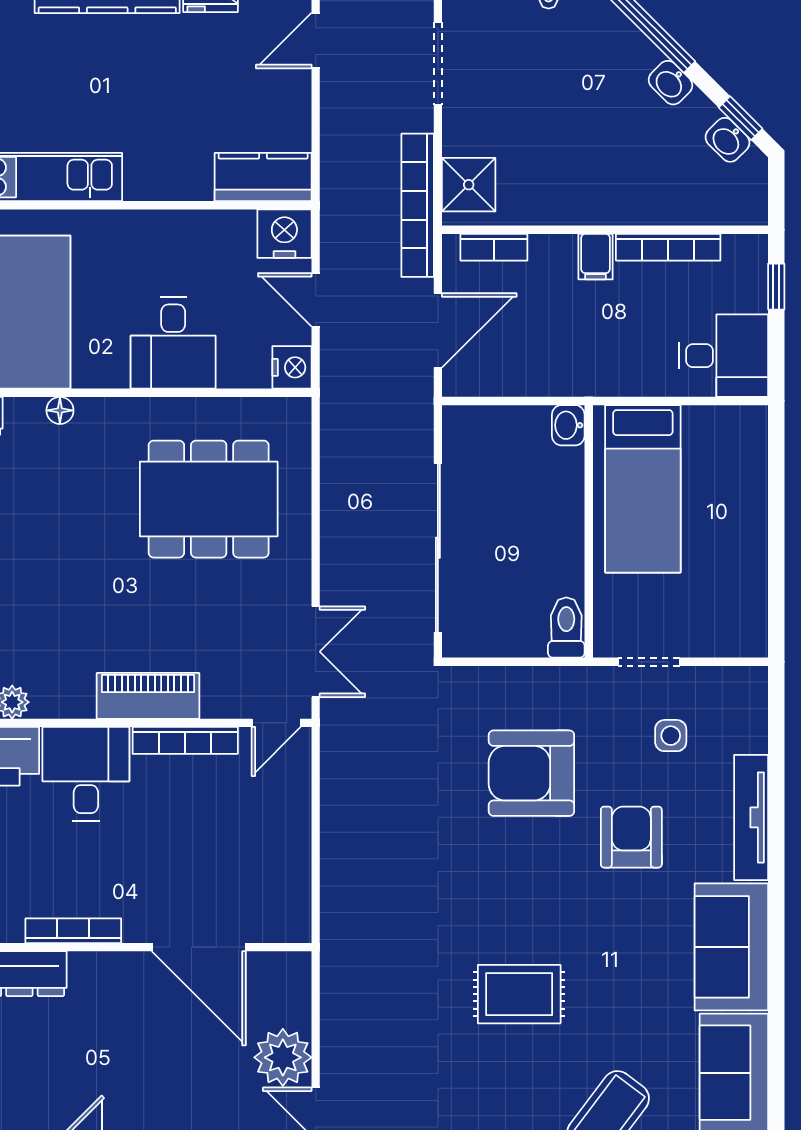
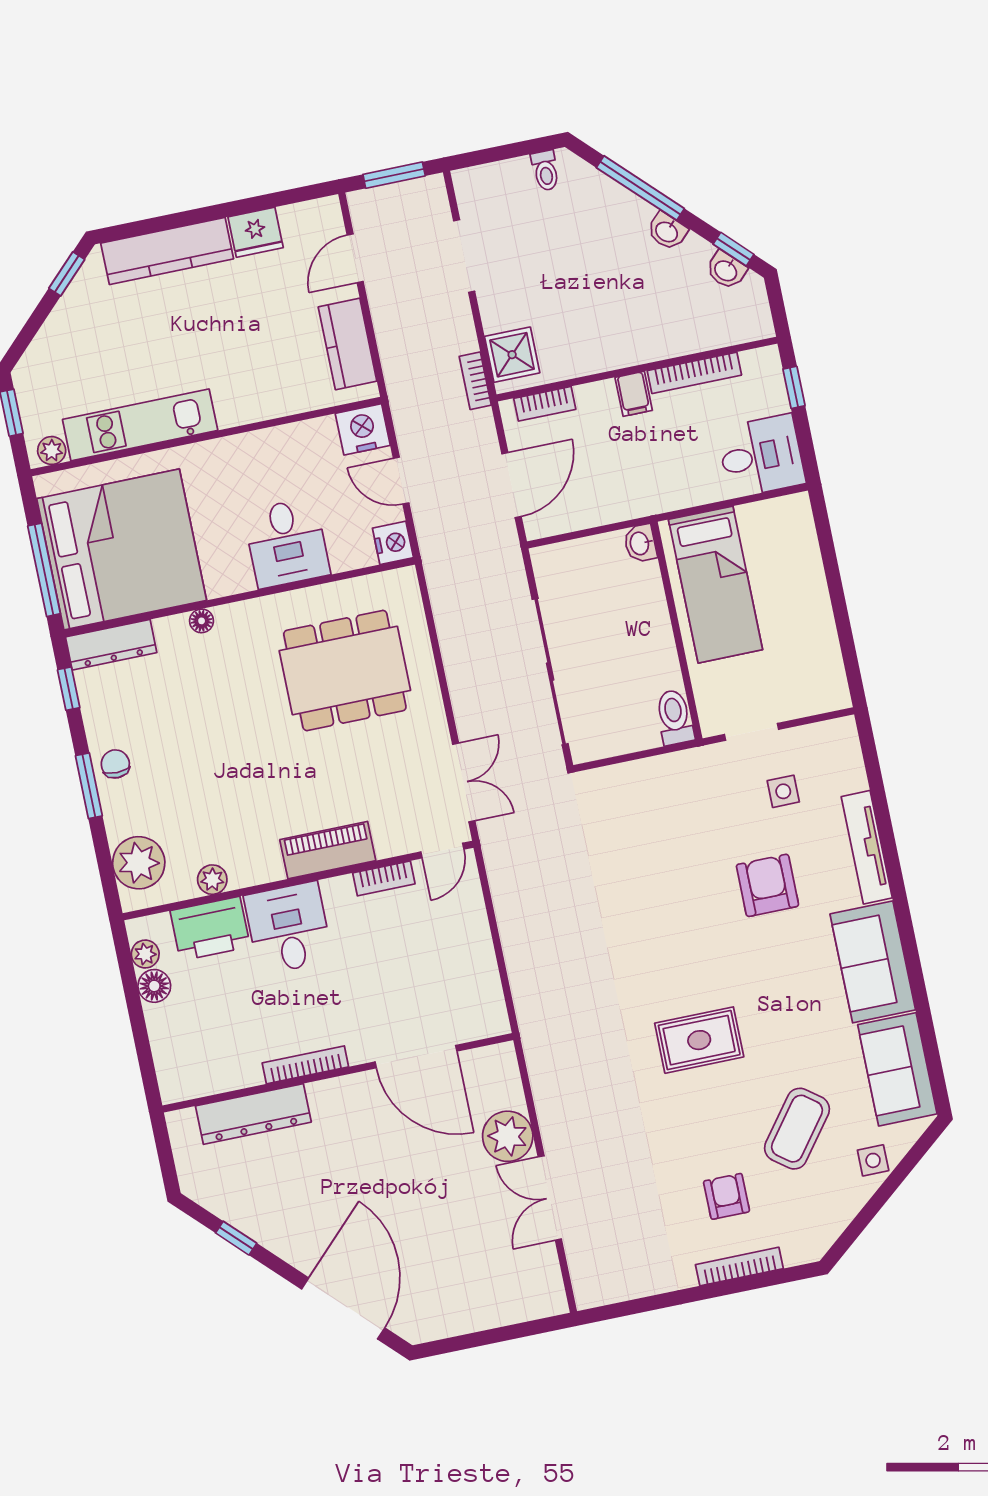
kitchen counter: (263, 177) -> (348, 344), moved, turned -90
bookcase: (418, 205) -> (475, 381), width x0.43, depth x0.76
bookcase: (185, 740) -> (384, 878), width x0.64
armchair: (531, 773) -> (670, 848), removed

